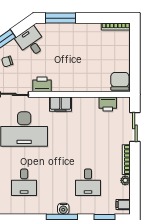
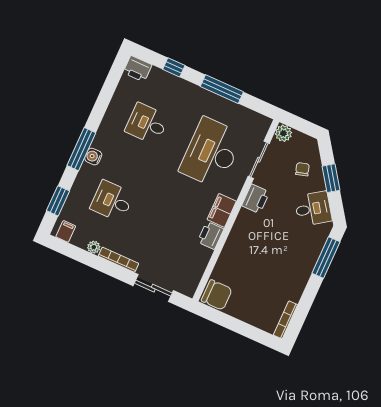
printer: (108, 104) -> (211, 235), moved

